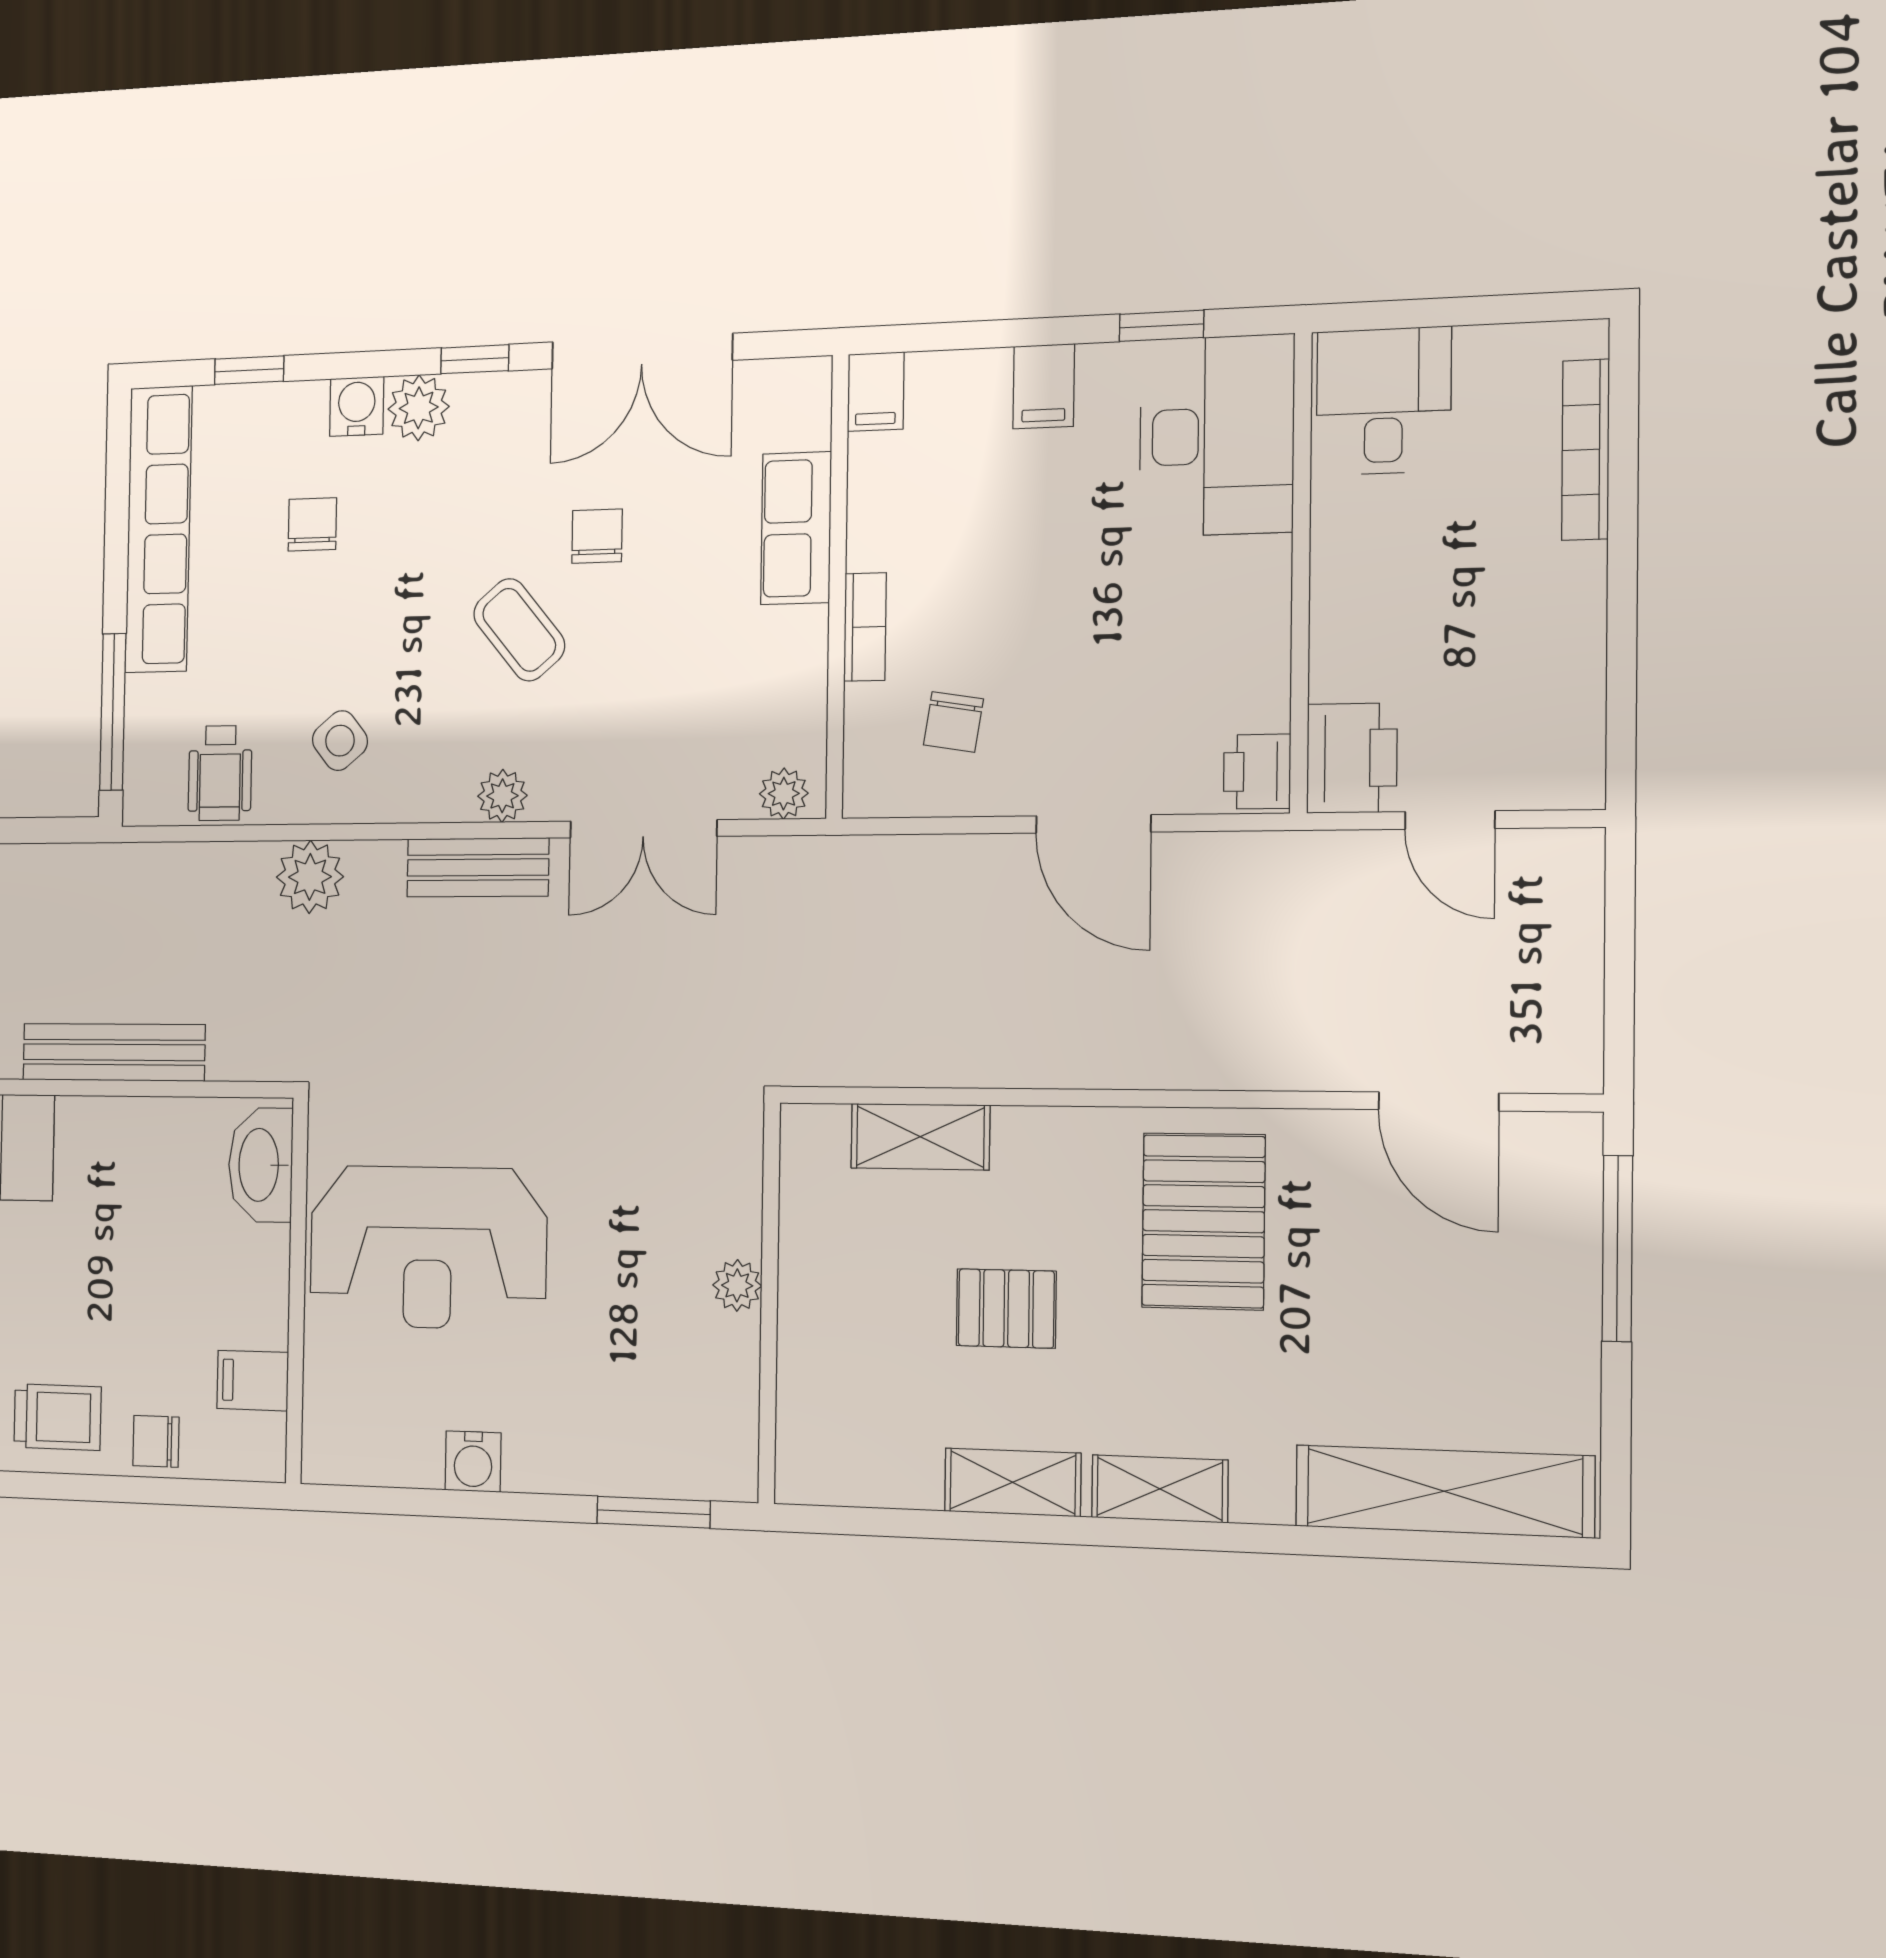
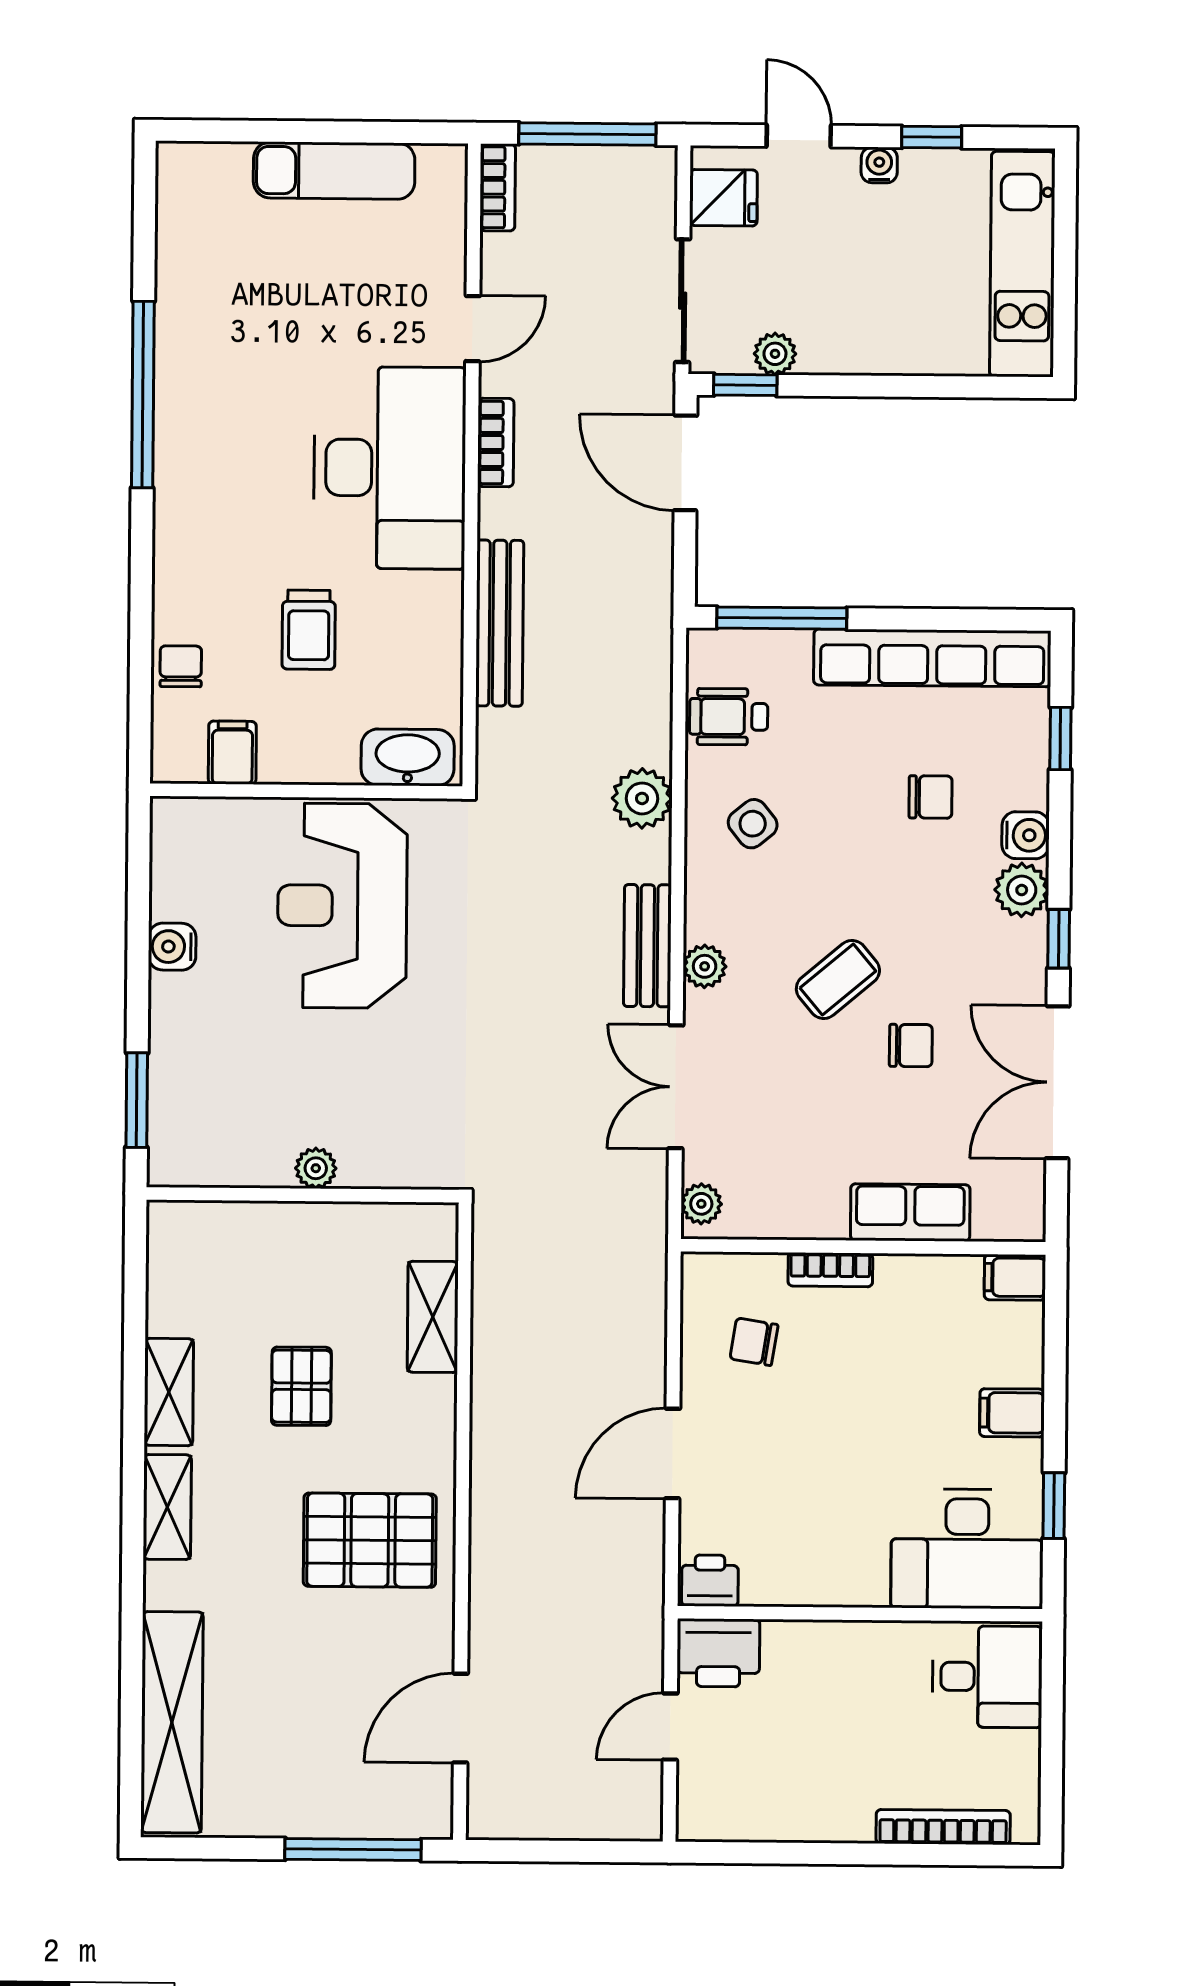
trolley: (57, 1417) -> (309, 630), moved

